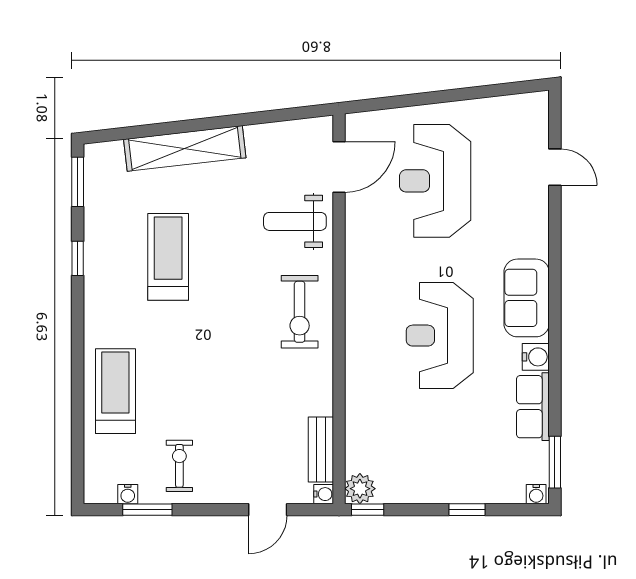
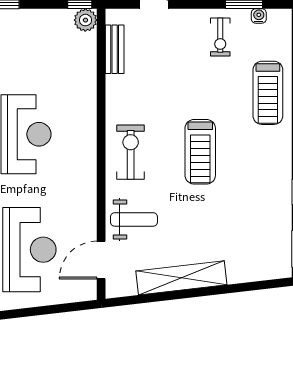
shelving: (185, 148) -> (181, 278), moved
treadmill: (168, 257) -> (200, 152), moved
water cooler: (324, 494) -> (113, 16), removed

